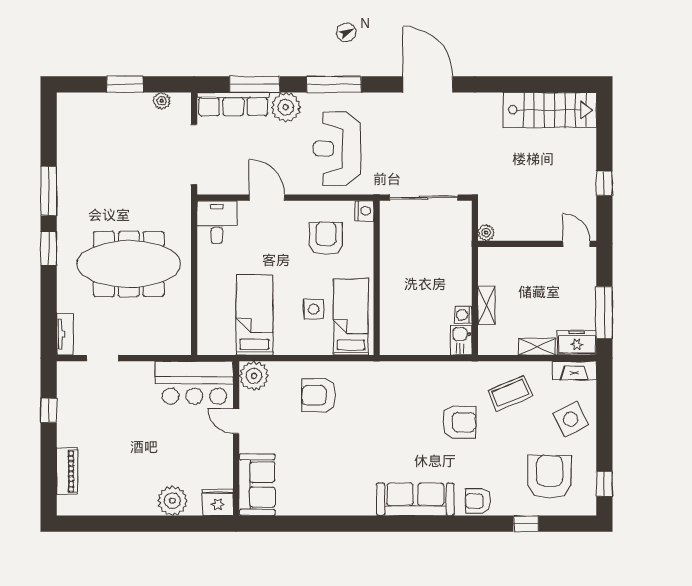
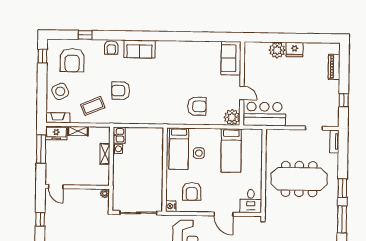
sofa: (415, 499) -> (140, 49), width x0.73
armchair: (478, 501) -> (111, 48), turned 90
fridge: (218, 502) -> (294, 50), moved

